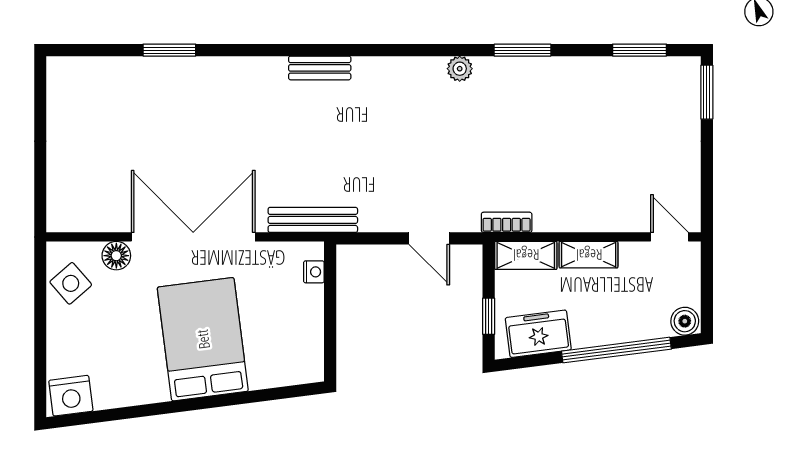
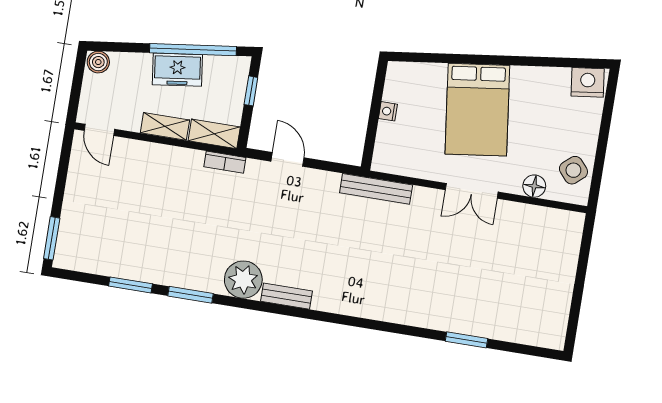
window: (640, 50) -> (131, 285), moved
bench: (320, 68) -> (286, 296), moved
plant: (460, 69) -> (243, 280), width x1.88, depth x1.88
double door: (193, 237) -> (472, 191), width x0.54
nightstand: (314, 272) -> (388, 111), moved
freezer: (538, 334) -> (177, 70), moved
window: (616, 350) -> (193, 50), moved

